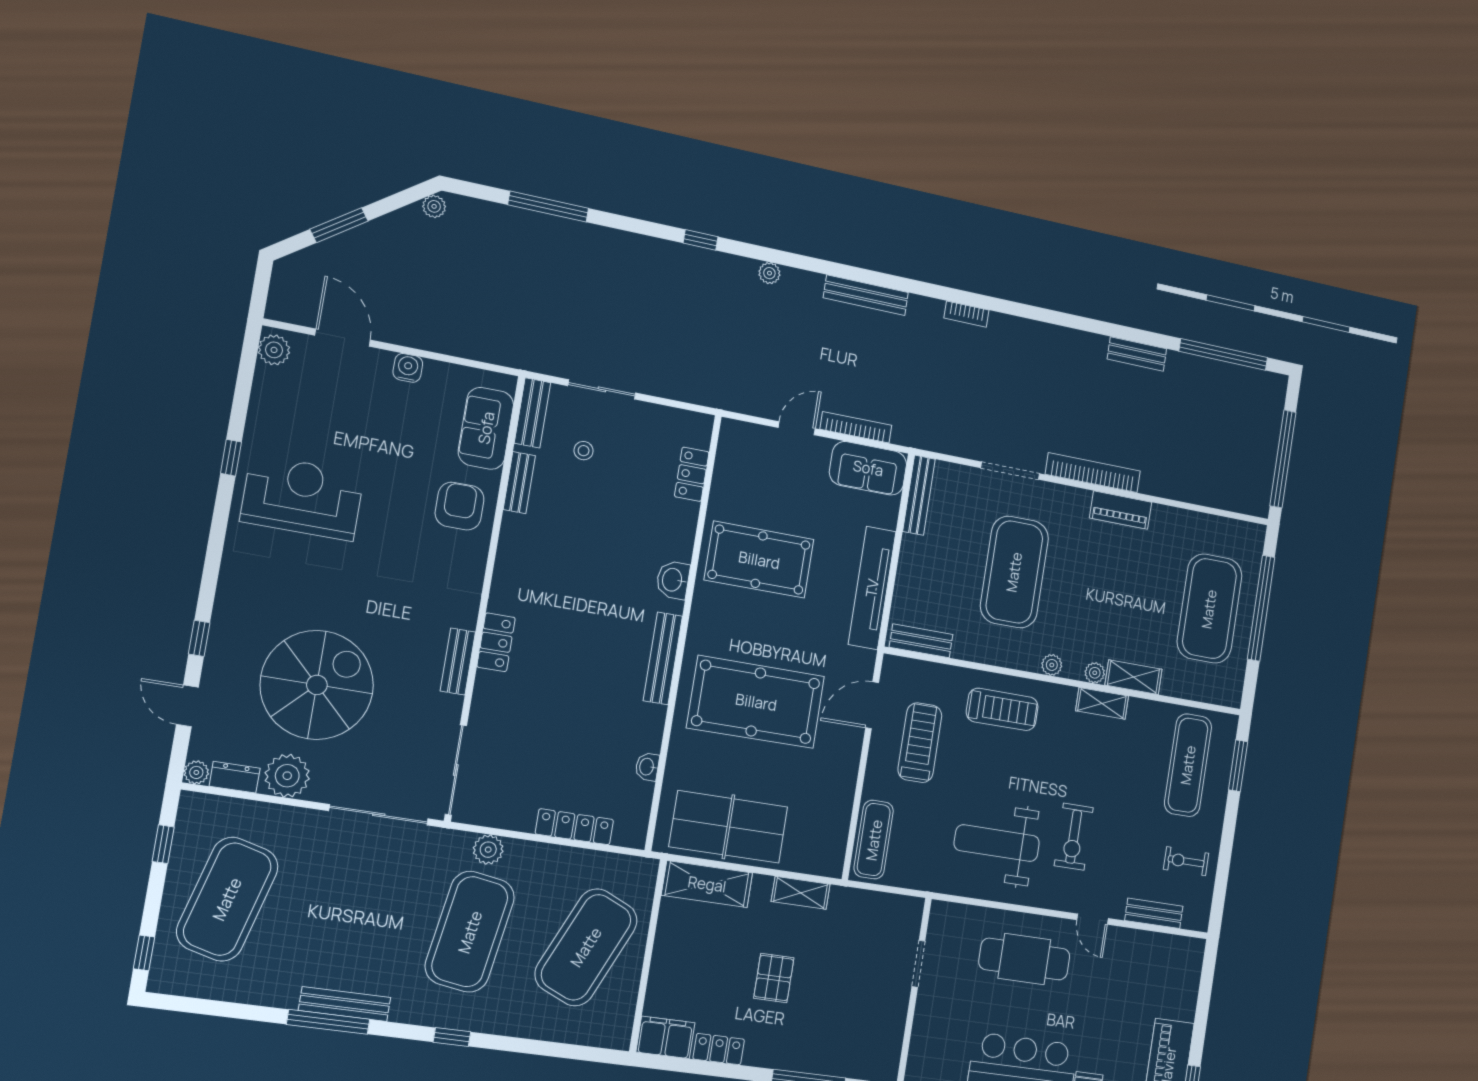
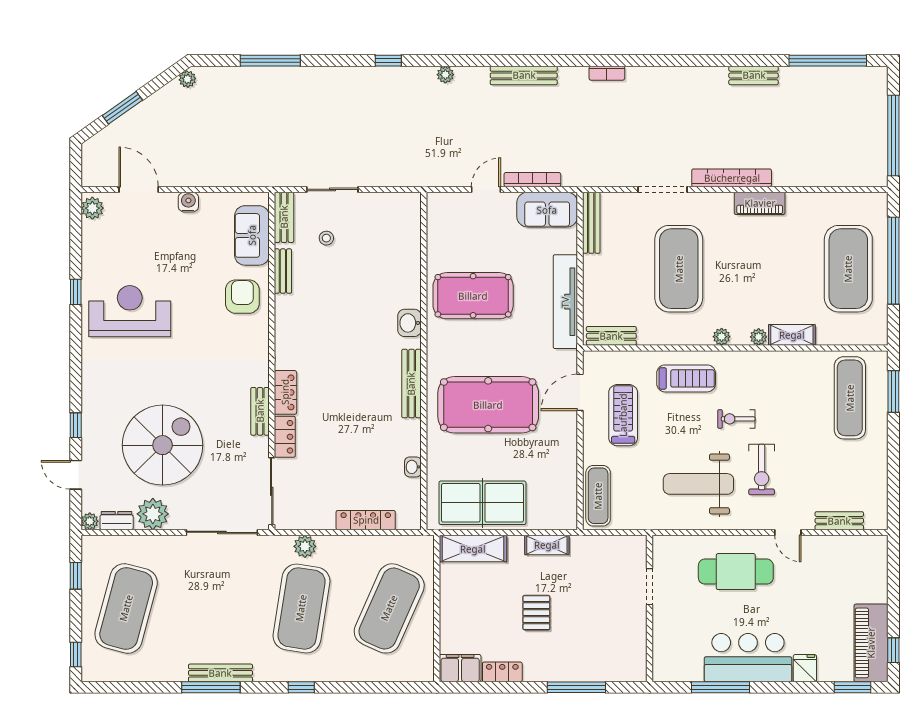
locker: (692, 474) -> (285, 437), moved, turned 180
shelving: (1102, 703) -> (769, 360), removed
exercise bike: (1186, 861) -> (736, 419), moved

